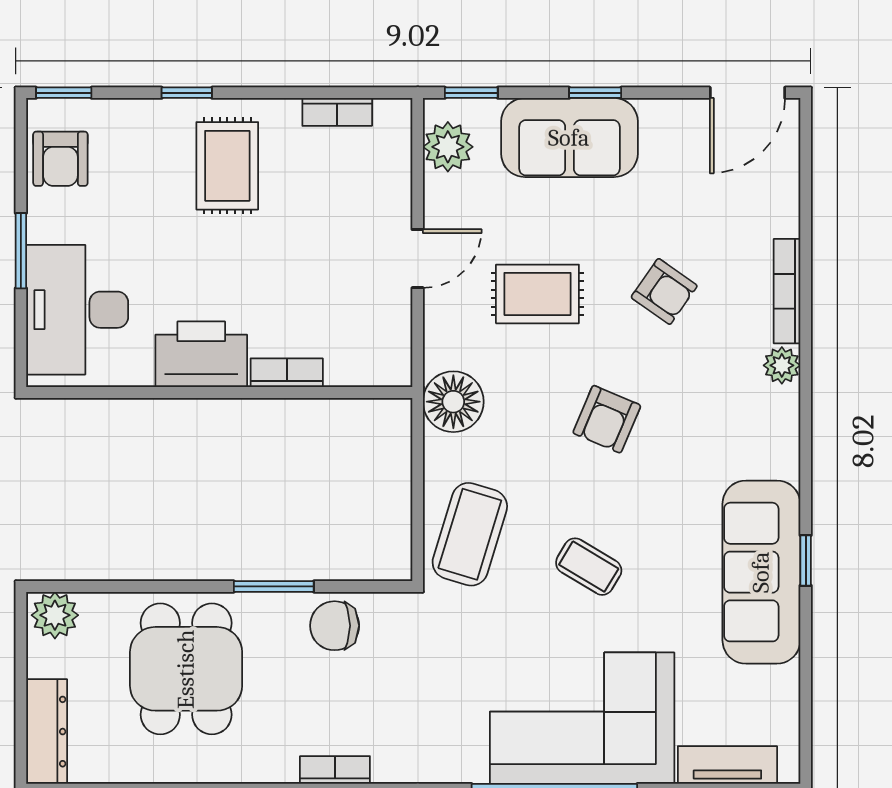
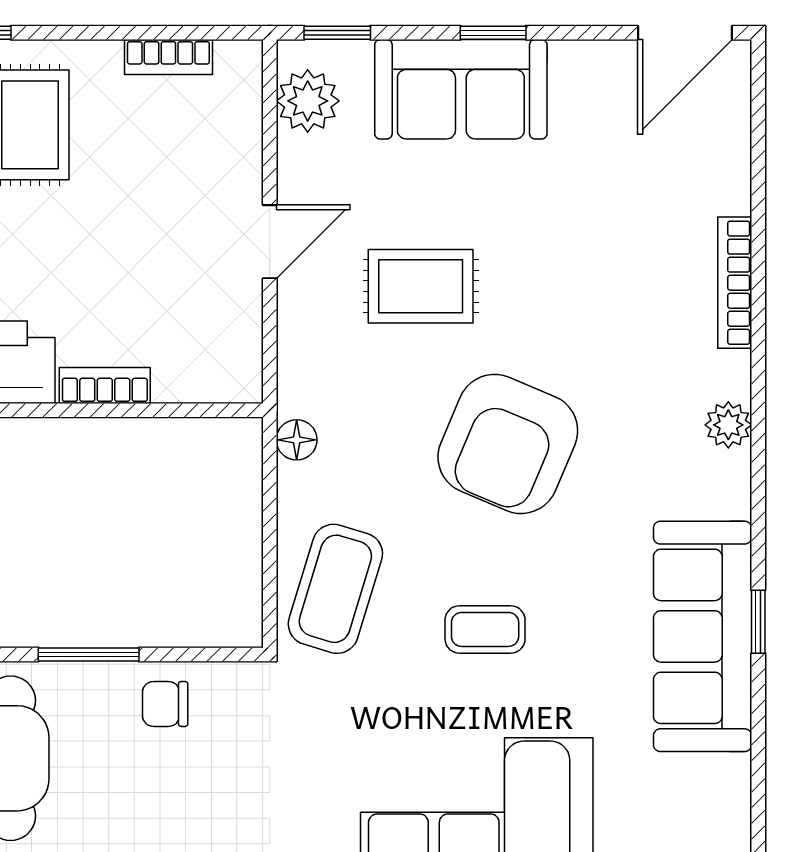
armchair: (664, 291) -> (580, 283), removed
plant: (782, 365) -> (728, 425), moved
floor lamp: (453, 402) -> (297, 440), width x0.53, depth x0.53
armchair: (607, 419) -> (508, 444), width x1.88, depth x1.88
coffee table: (589, 567) -> (485, 629), turned -31
chair: (335, 626) -> (165, 704), width x0.73, depth x0.73

